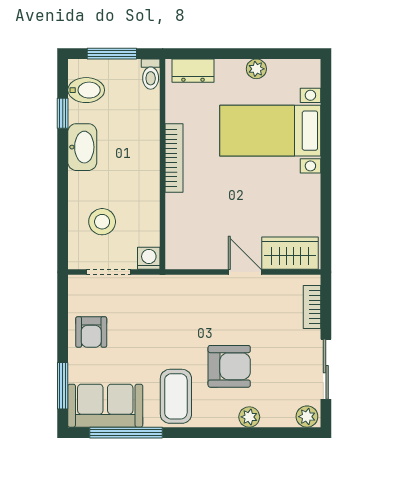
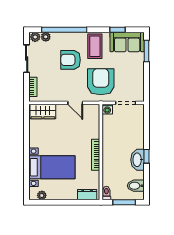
plant: (256, 69) -> (42, 195), moved
window: (63, 113) -> (146, 156), moved
stool: (102, 222) -> (128, 126), removed
door: (245, 272) -> (75, 103), moved
armchair: (91, 332) -> (101, 82), moved, width x1.88, depth x1.88
plant: (249, 417) -> (46, 37), moved
window: (126, 433) -> (118, 30), width x0.46
window: (243, 433) -> (64, 30), added

